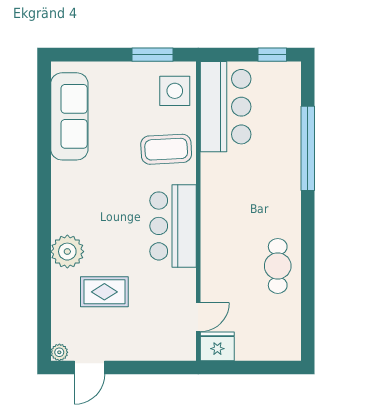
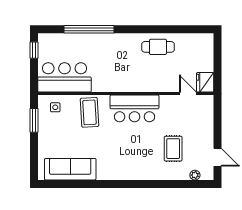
side table: (175, 91) -> (55, 107), width x0.54, depth x0.54
plant: (67, 252) -> (149, 170), removed
plant: (59, 352) -> (195, 175), moved

